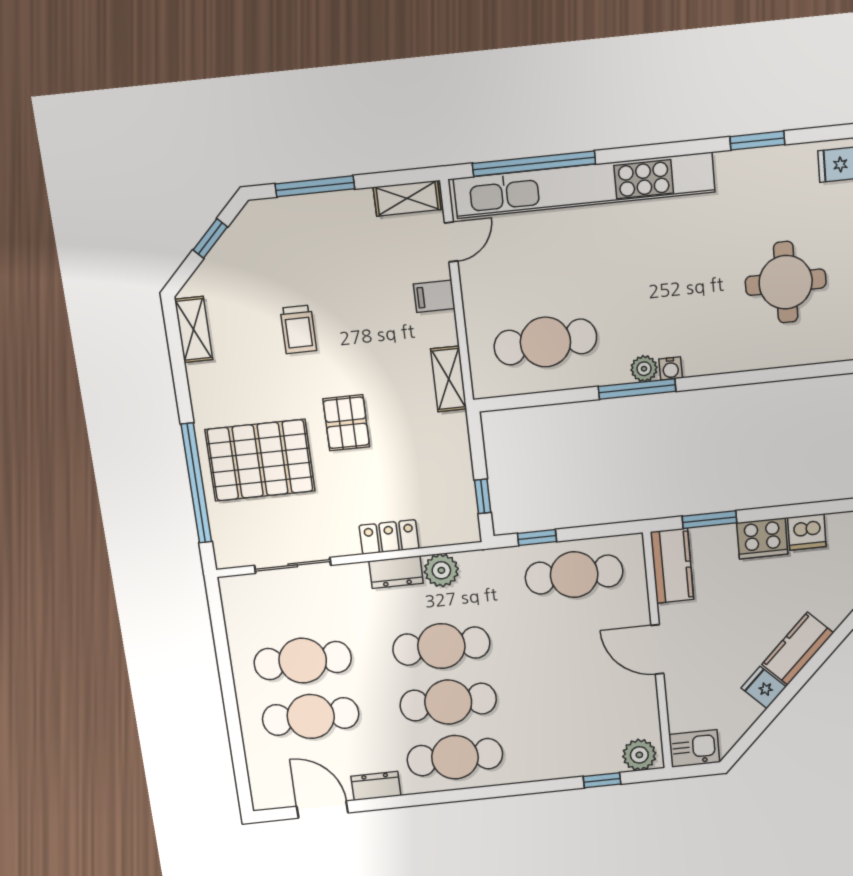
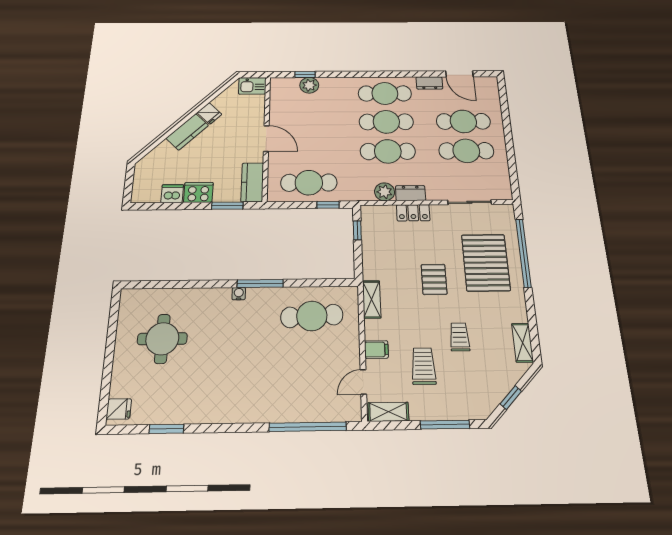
kitchen unit: (584, 185) -> (278, 410), removed
trolley: (355, 276) -> (423, 366), added
plant: (644, 369) -> (255, 295), removed
pallet: (260, 460) -> (486, 262), turned 90
plant: (639, 755) -> (309, 85), moved

